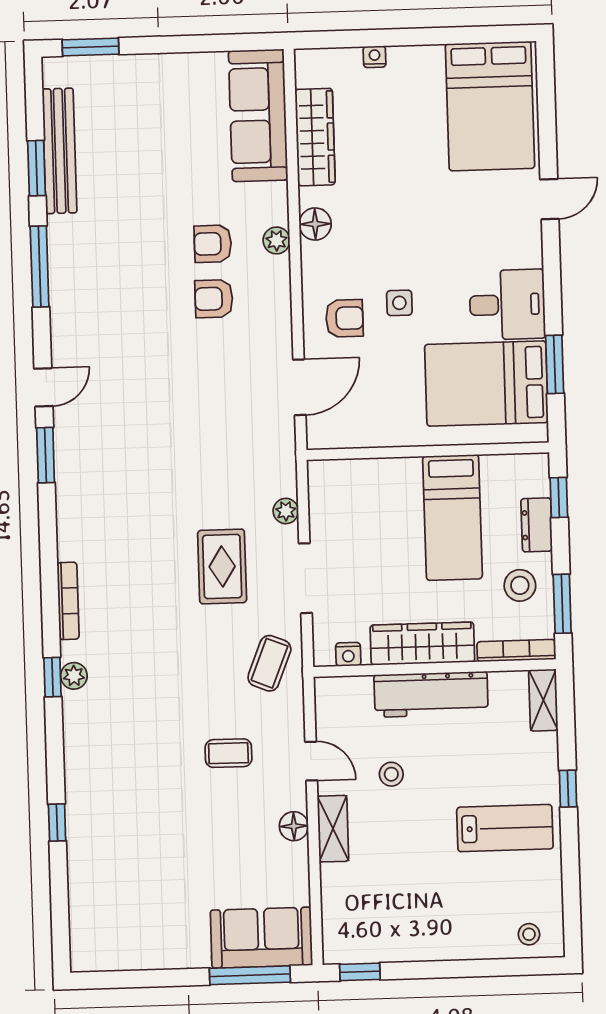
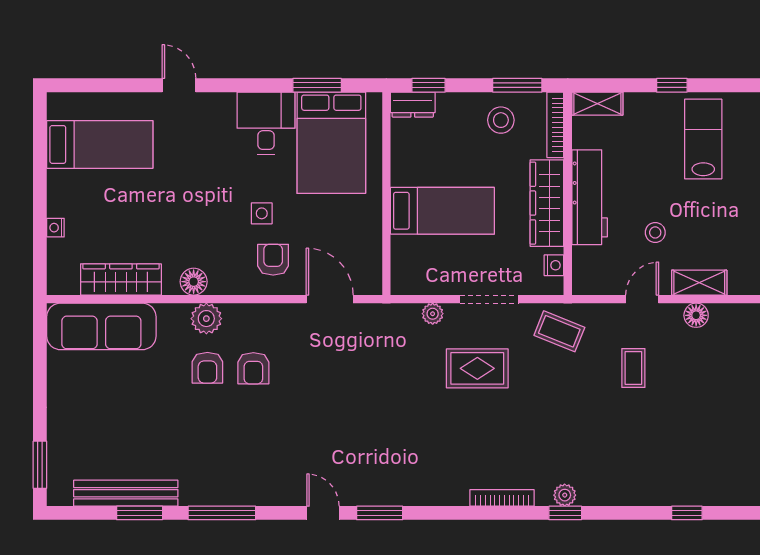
bed: (490, 106) -> (100, 144), width x0.67
plant: (277, 240) -> (206, 319), width x1.38, depth x1.38
bed: (452, 517) -> (442, 211), moved
dresser: (537, 525) -> (413, 105), moved

